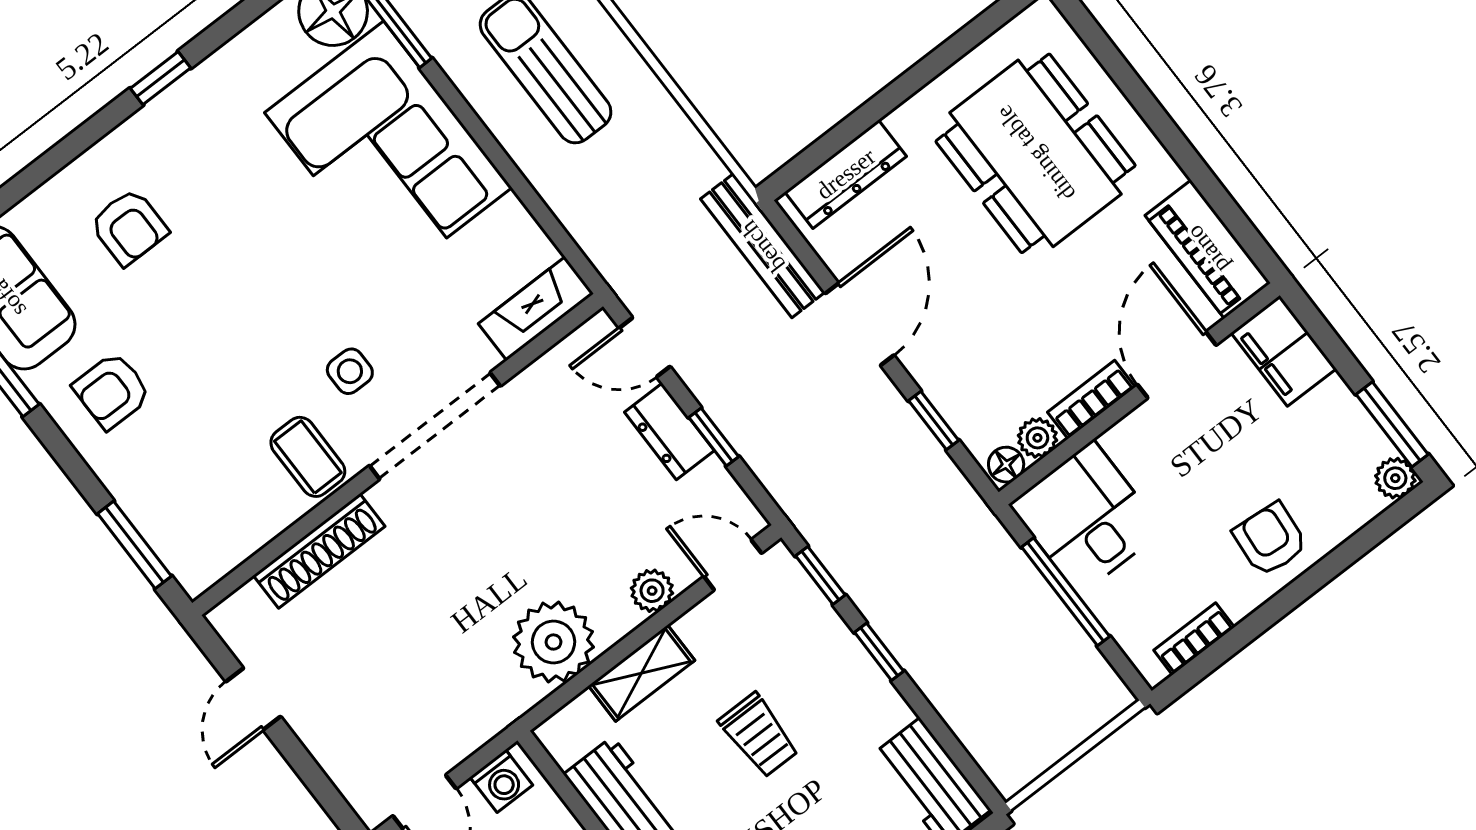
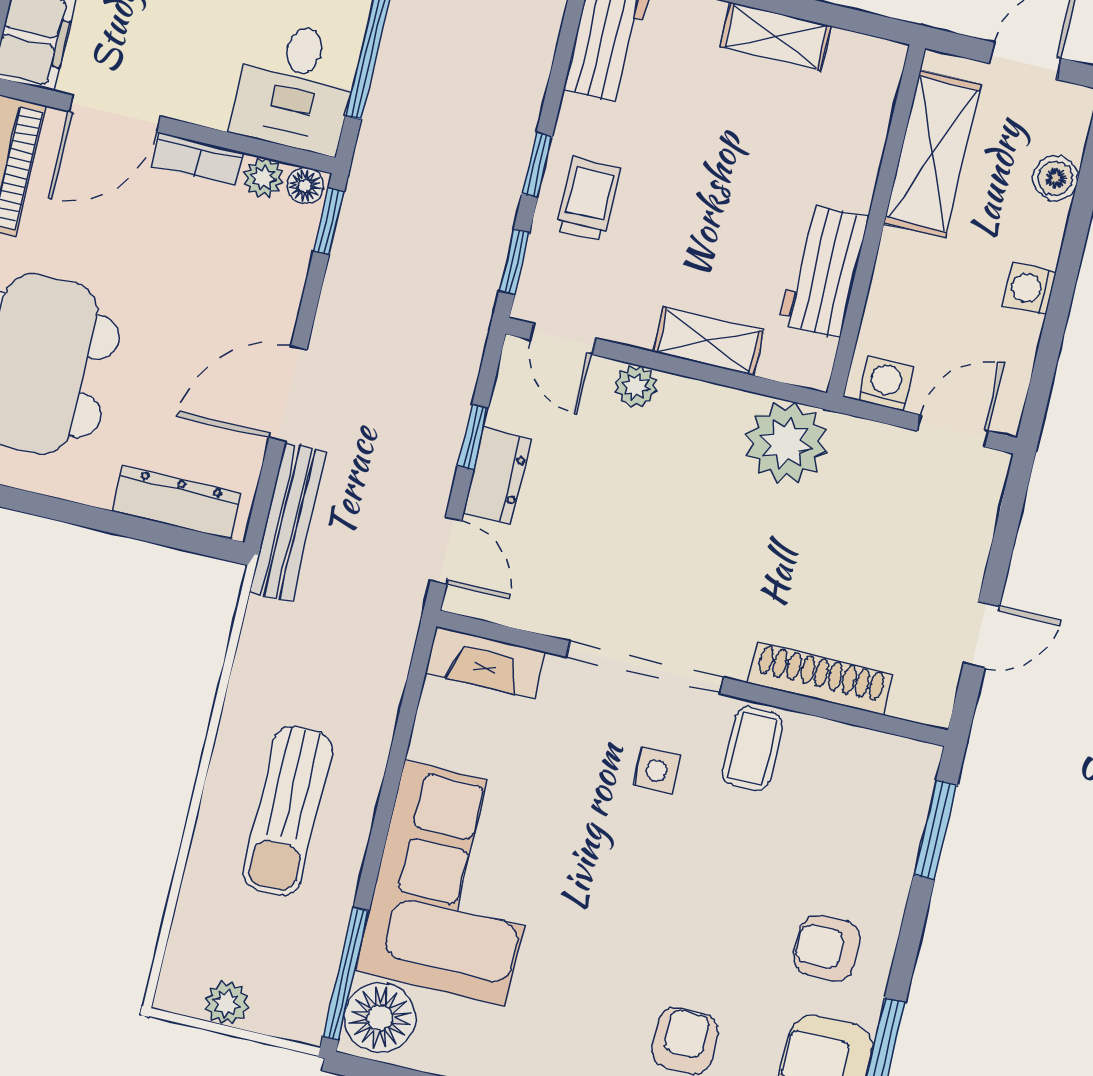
armchair: (112, 391) -> (827, 948), turned 180
window: (934, 420) -> (329, 221), moved
plant: (554, 642) -> (786, 443), moved
trolley: (759, 735) -> (588, 199), moved

